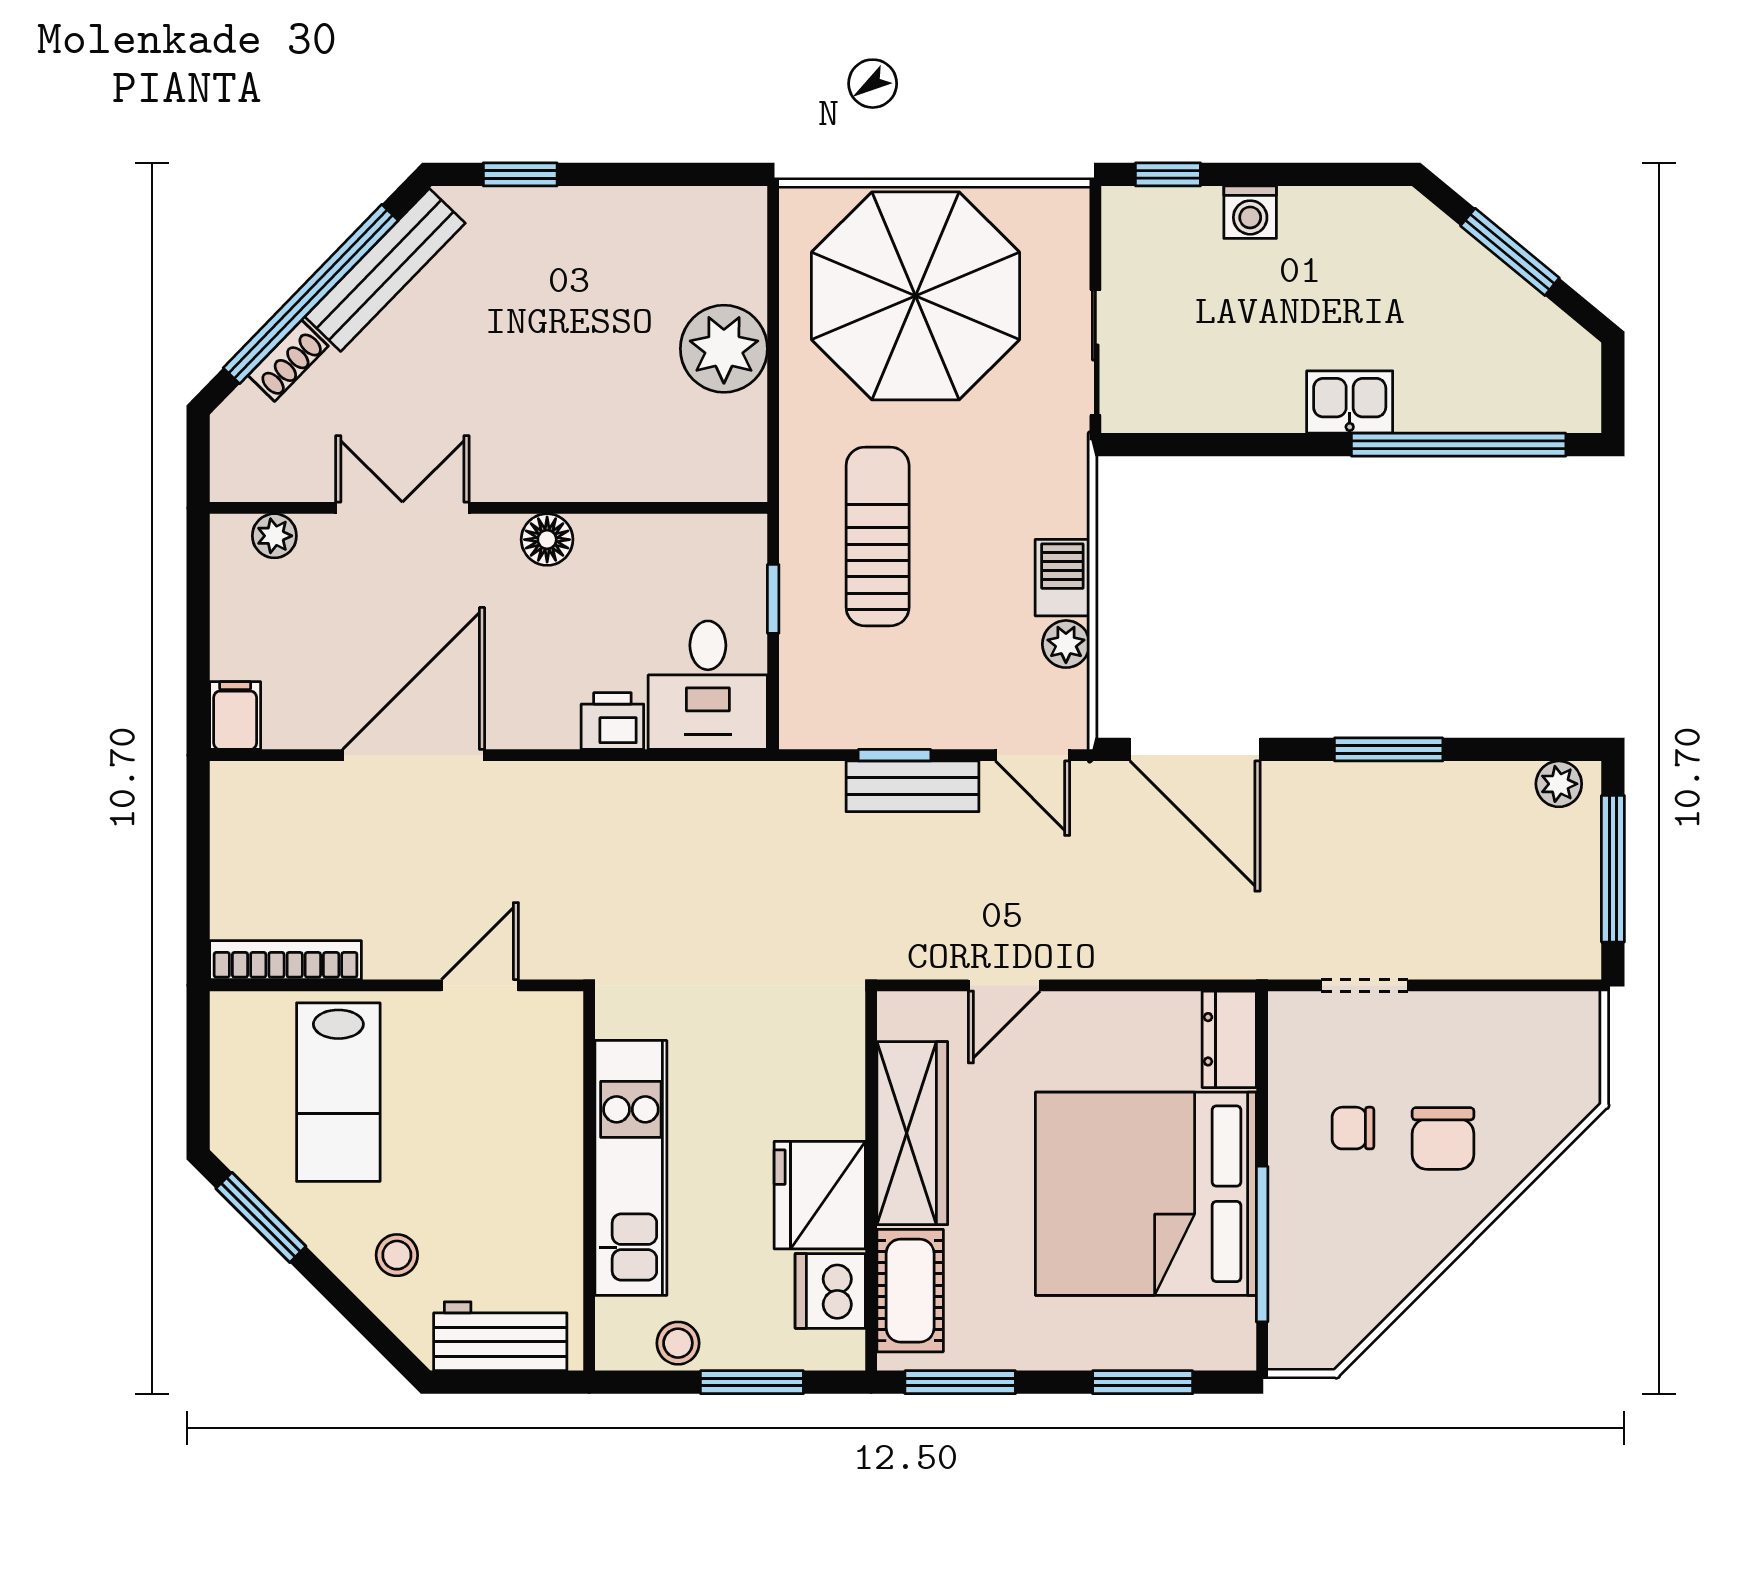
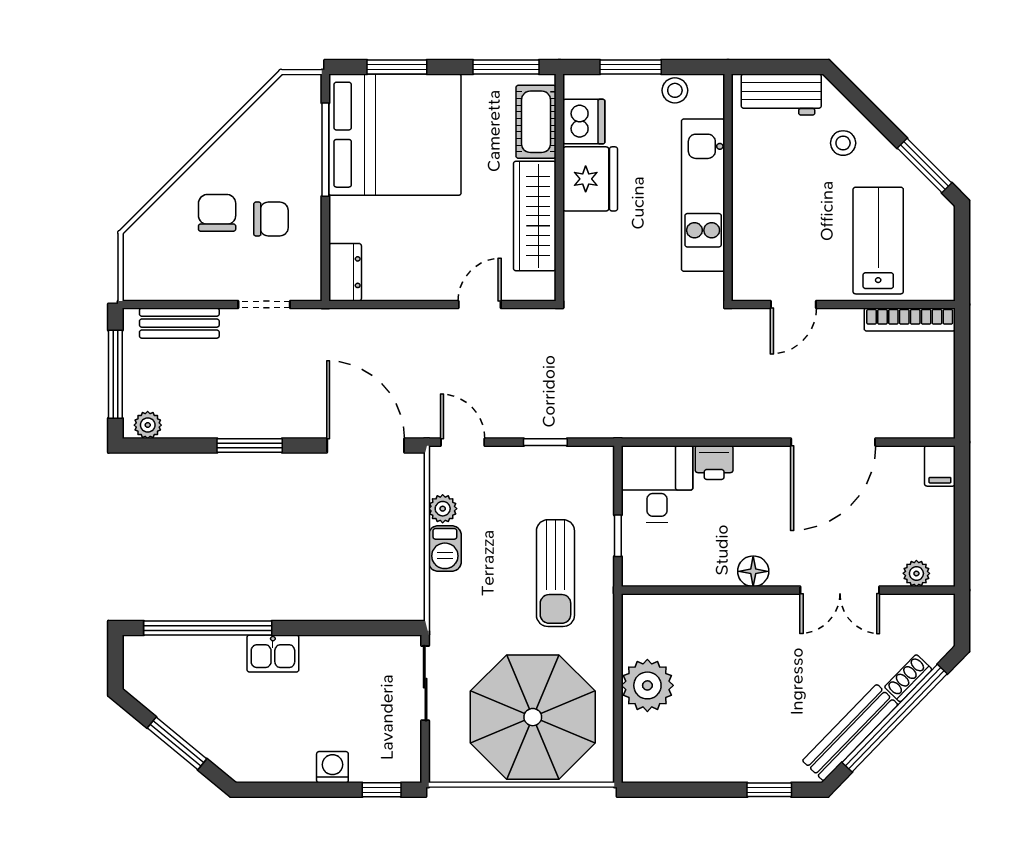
bench: (913, 786) -> (179, 323), moved
chair: (1353, 1128) -> (271, 219), width x1.37, depth x1.37
bed: (1146, 1194) -> (395, 135), moved

